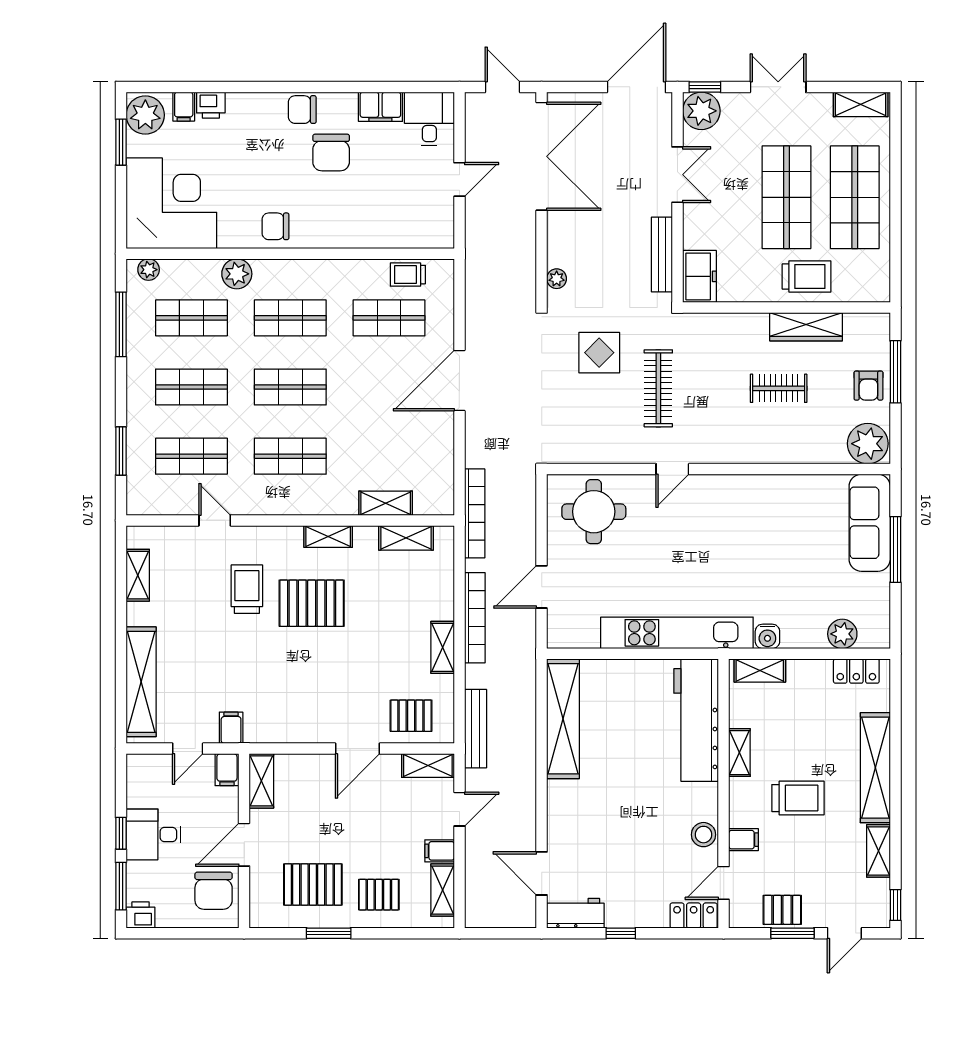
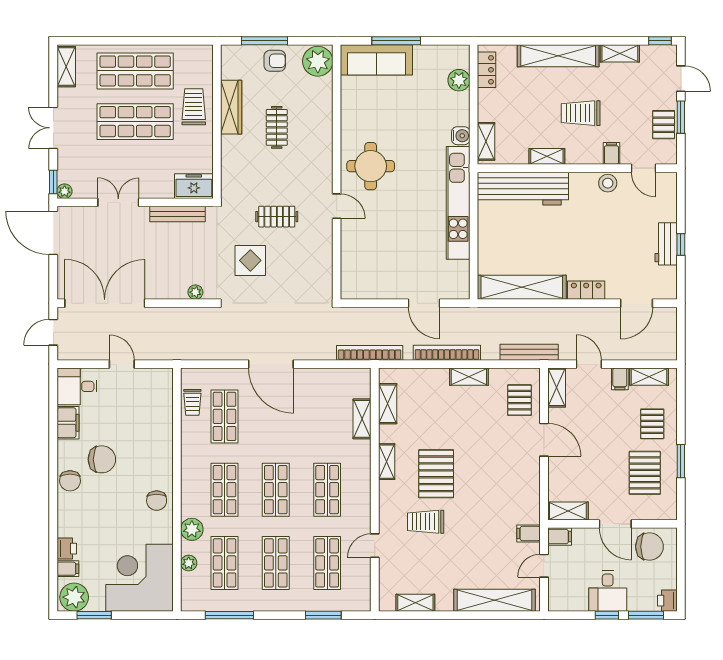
plant: (701, 111) -> (65, 191), width x0.53, depth x0.53
plant: (149, 270) -> (189, 563), moved
clothes rail: (658, 388) -> (277, 217), width x0.73
round table: (594, 512) -> (371, 166), moved
door: (188, 749) -> (544, 566), swing flipped
trolley: (798, 798) -> (581, 113), turned -90
workbench: (575, 913) -> (666, 244), moved
locker: (694, 916) -> (586, 290), moved, turned 90

